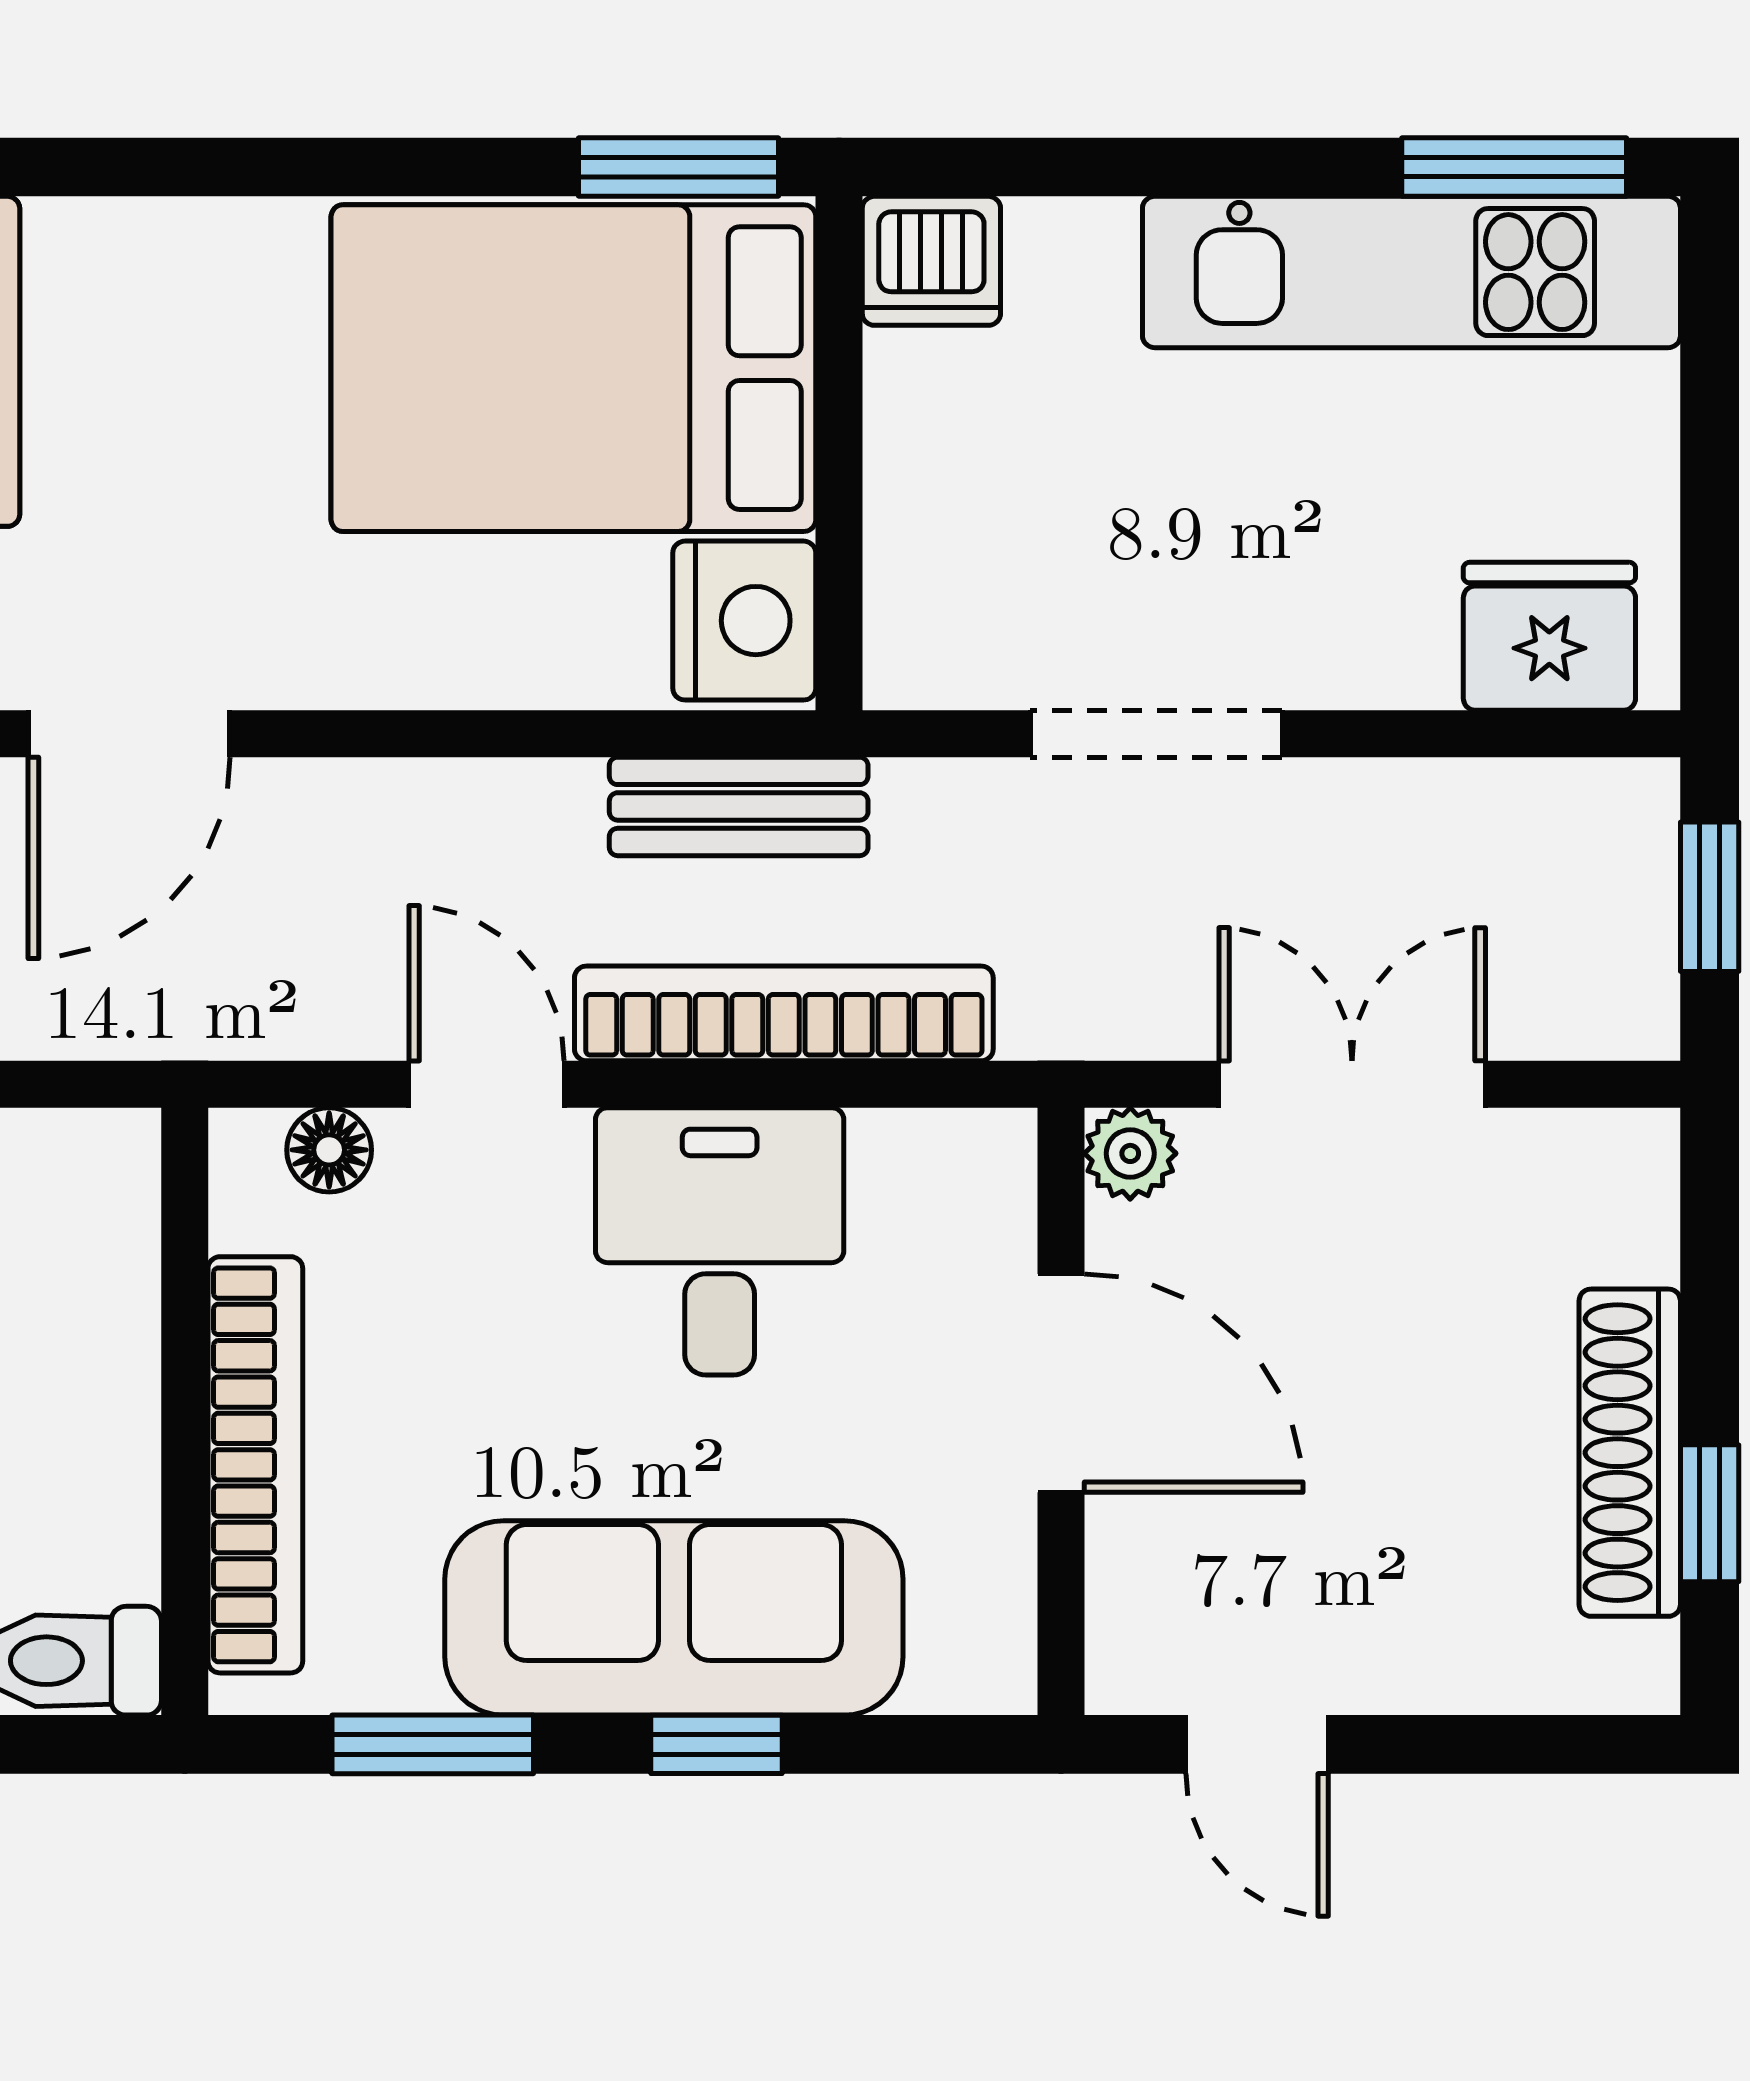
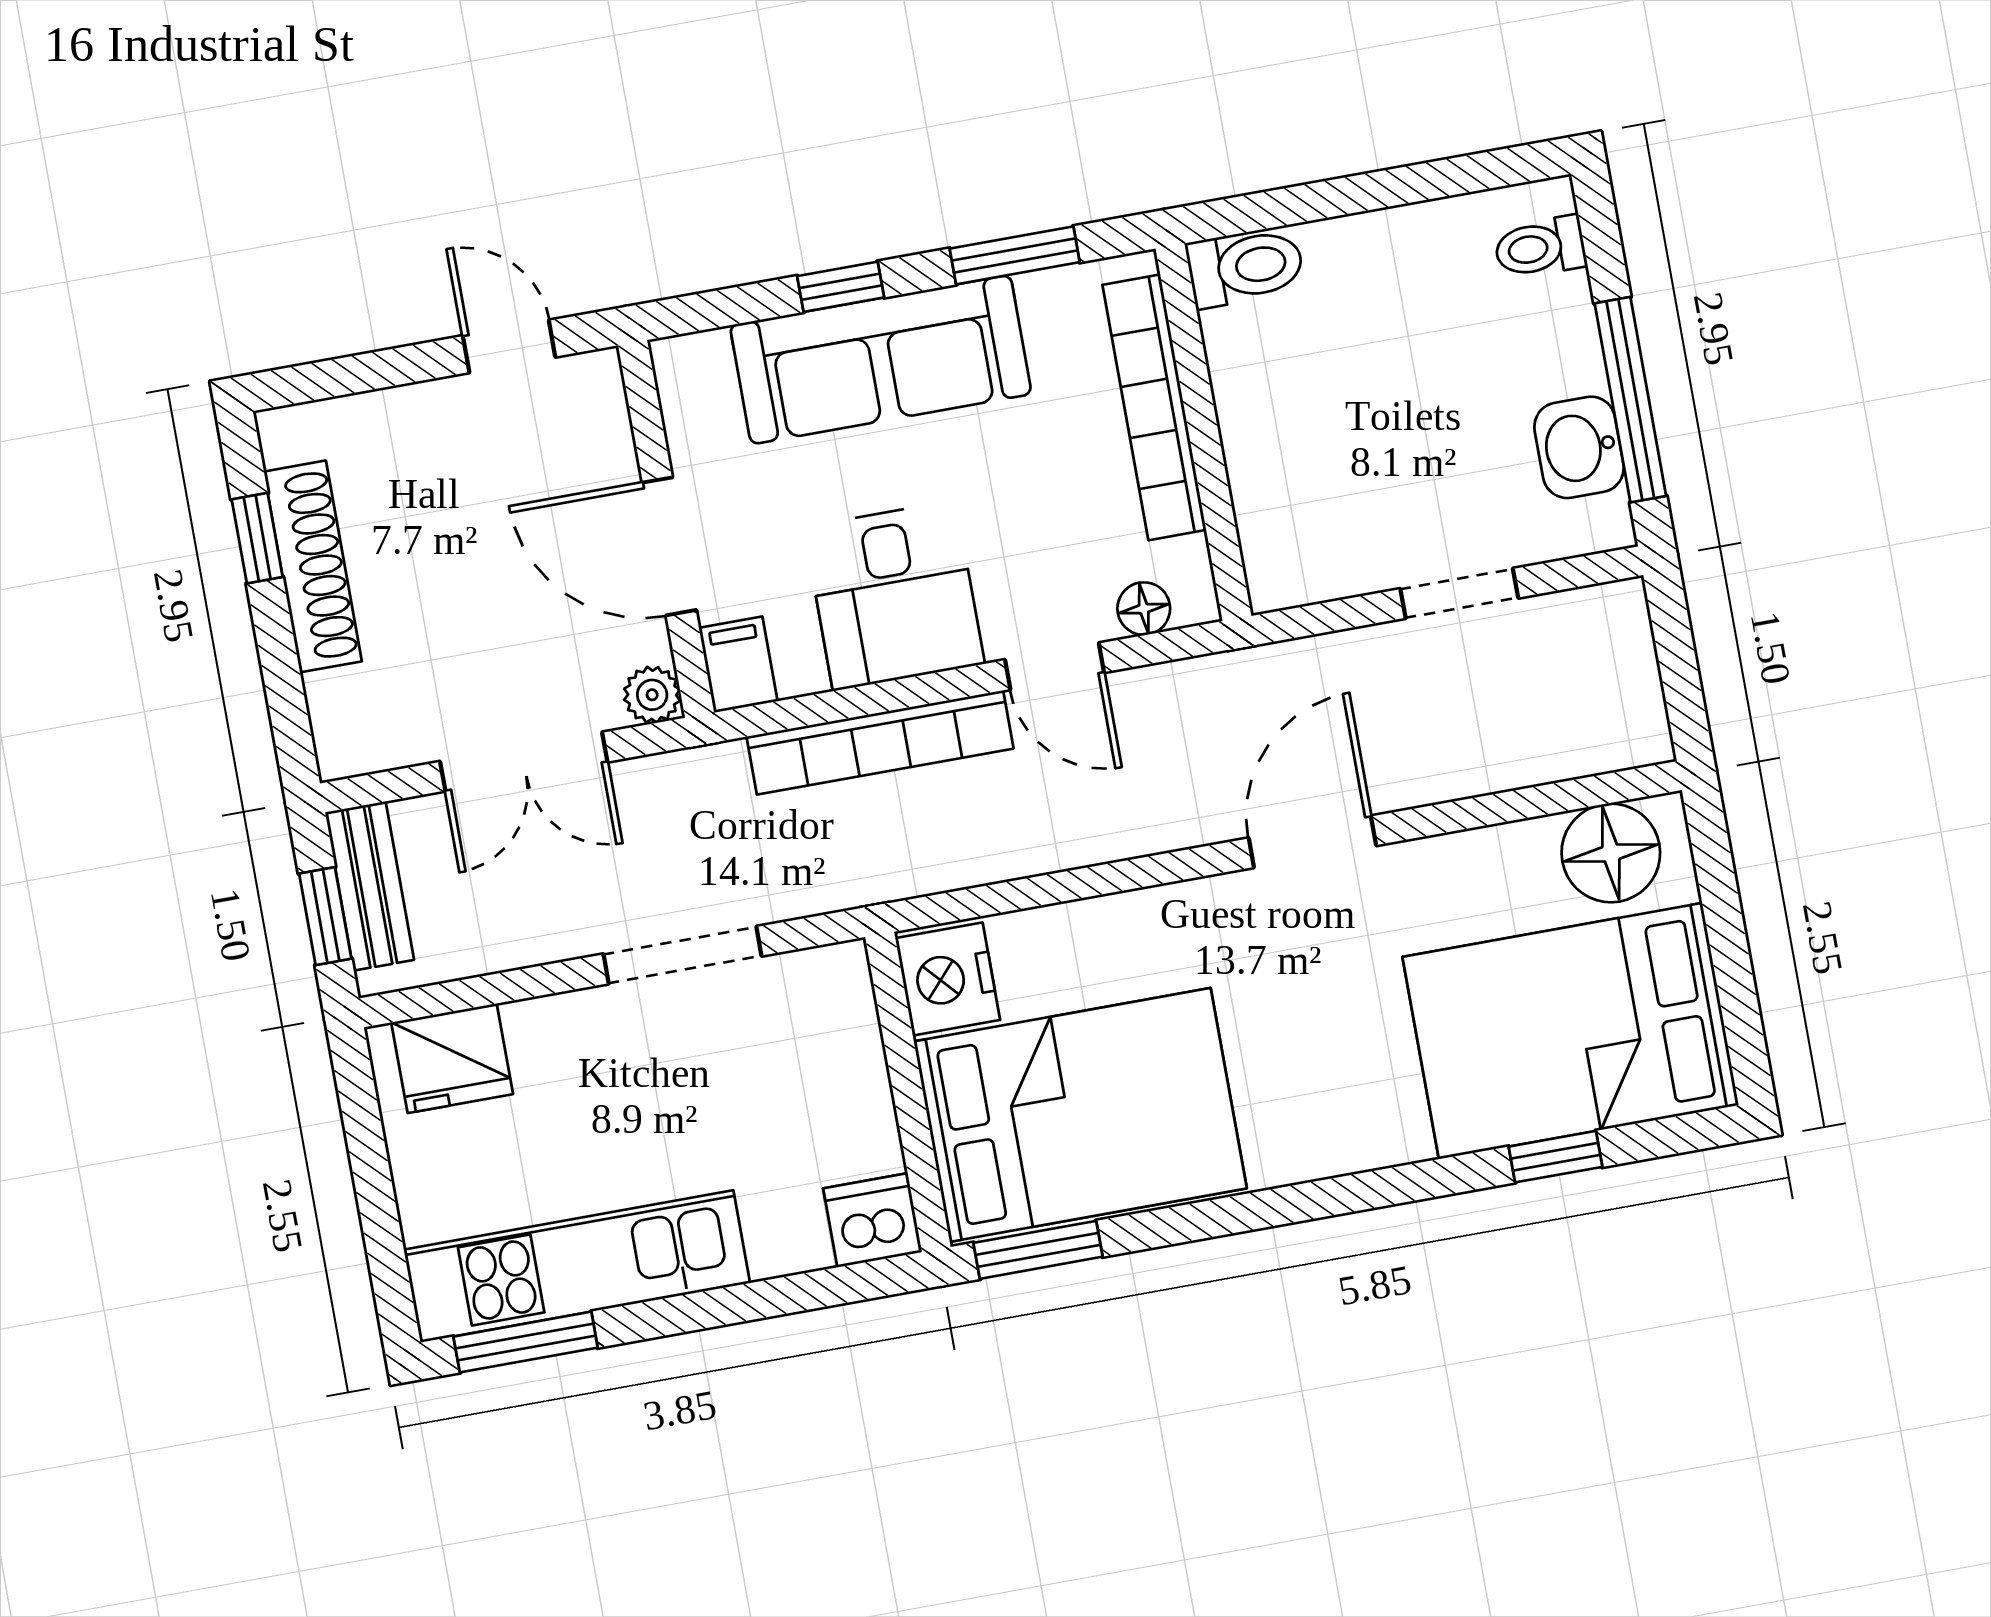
bench: (739, 806) -> (370, 886), moved, turned 90
filing cabinet: (986, 1177) -> (738, 665), added

